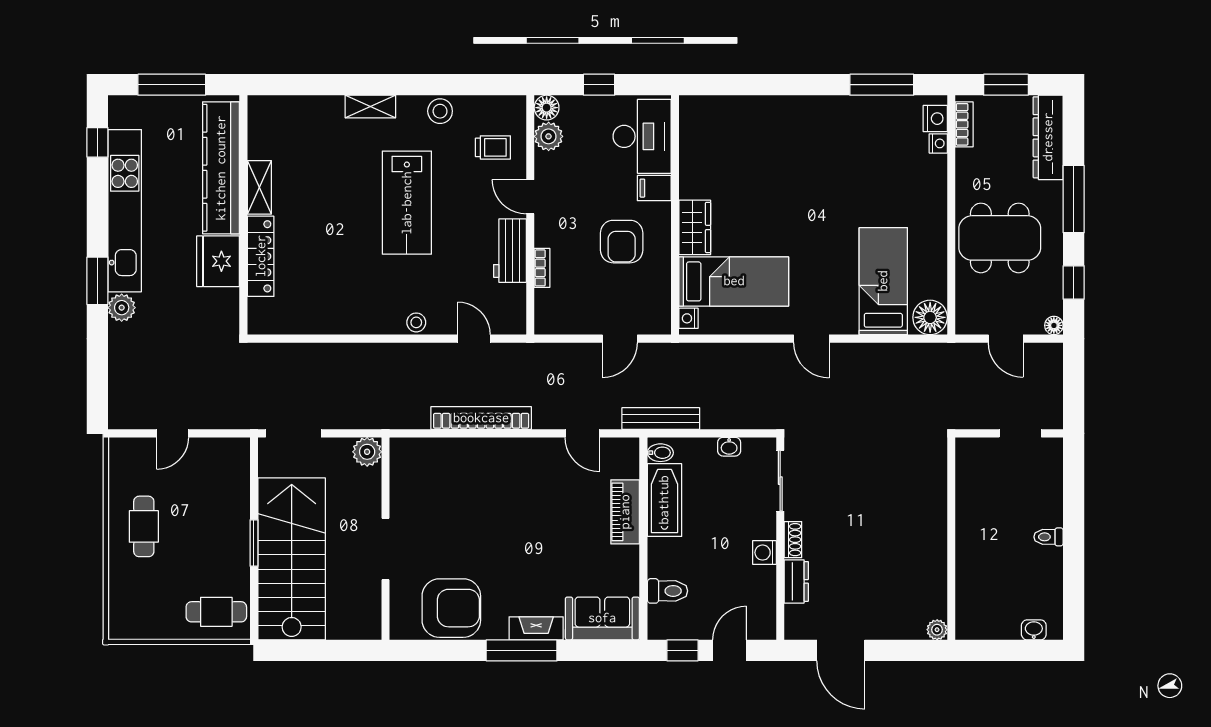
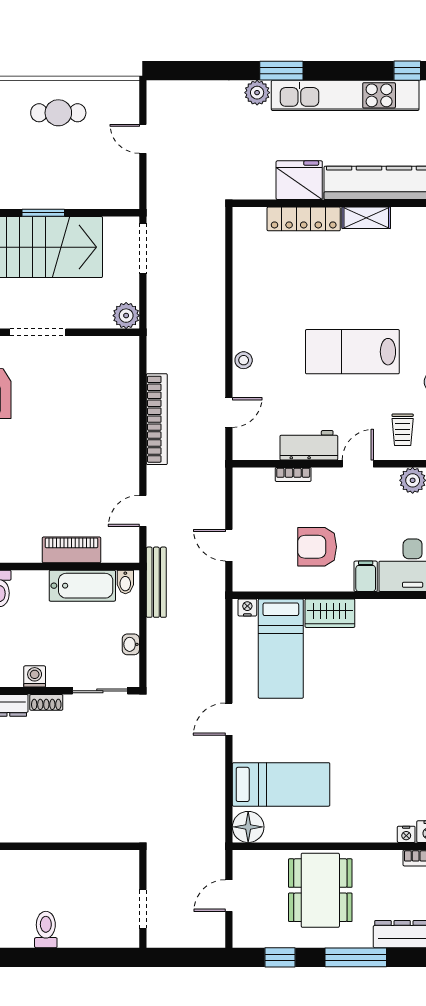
floor lamp: (1054, 325) -> (241, 939), removed
toilet: (1049, 537) -> (46, 929), width x1.37, depth x1.39

